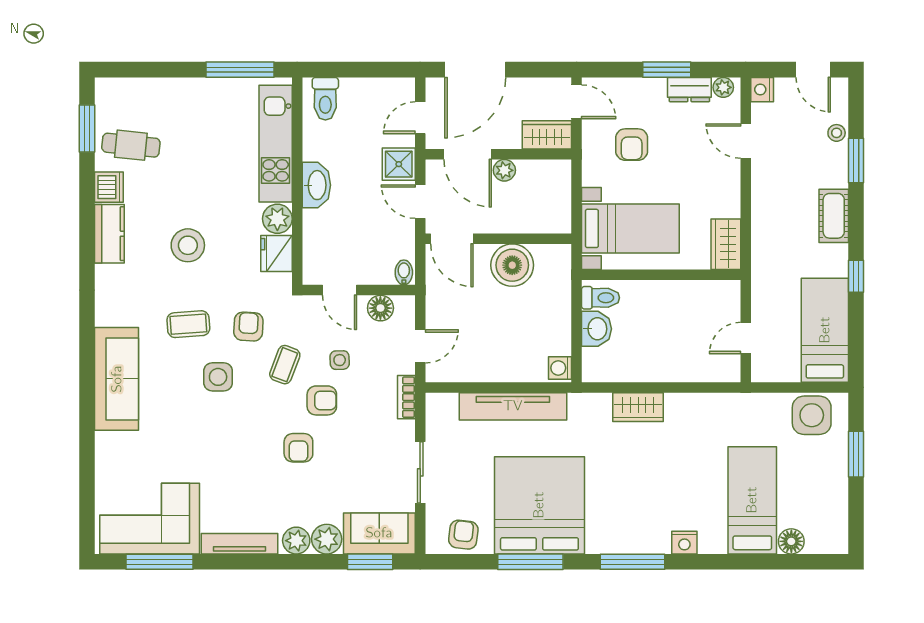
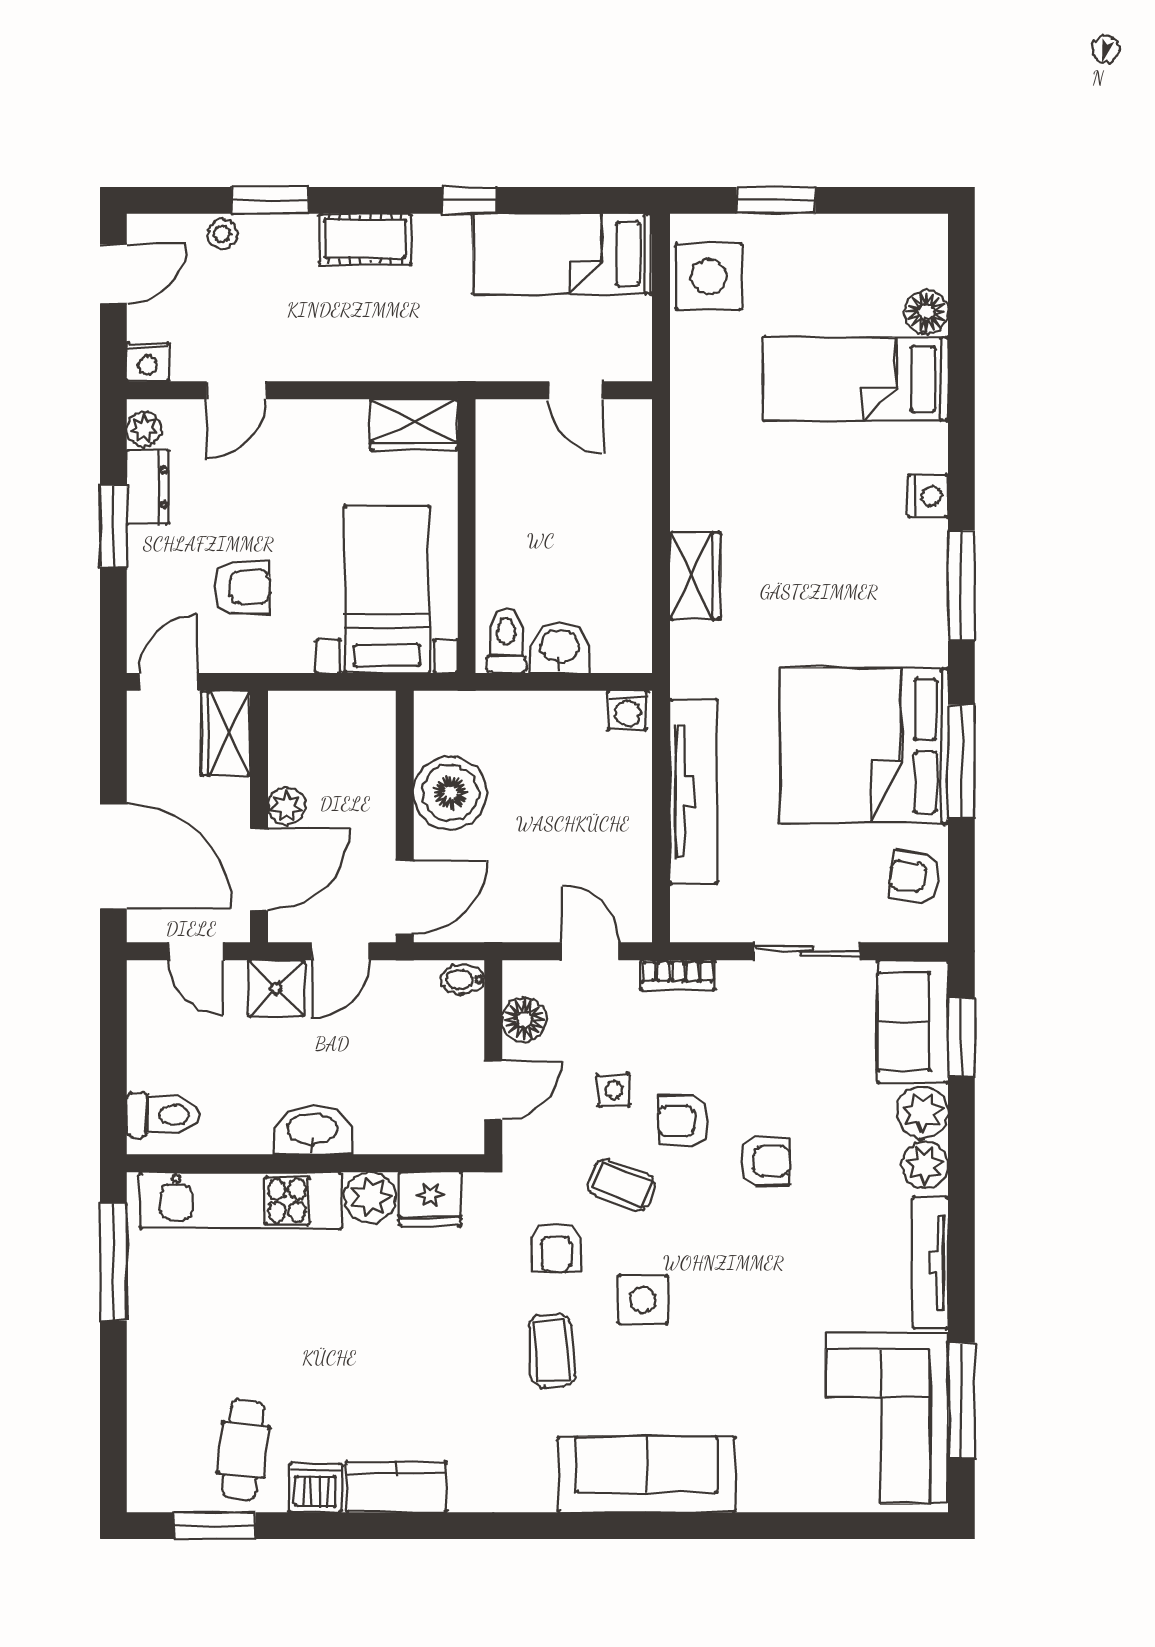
stool: (188, 245) -> (416, 1352), removed
armchair: (248, 327) -> (556, 1247), turned -93
armchair: (322, 400) -> (683, 1121), turned -90

